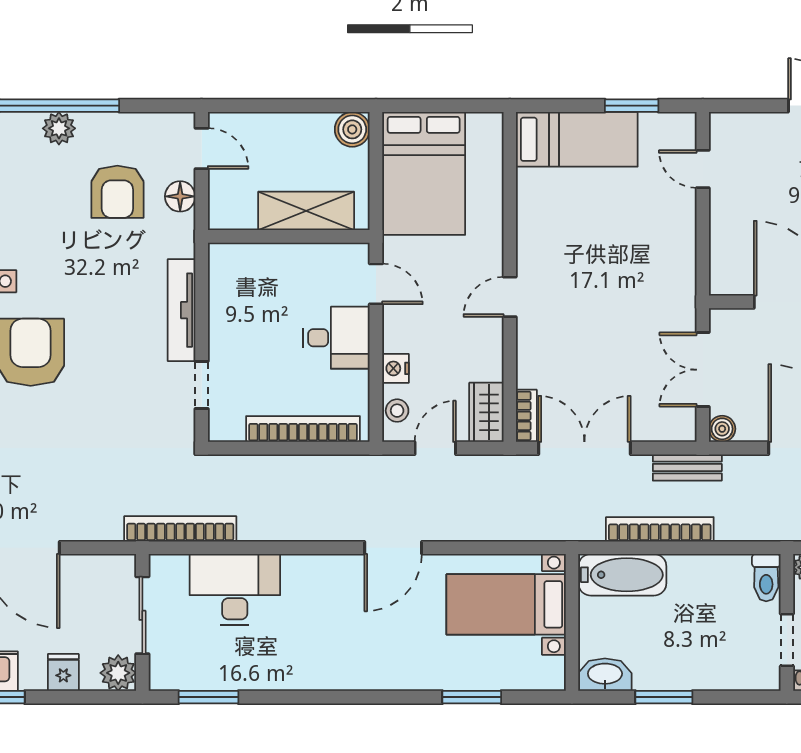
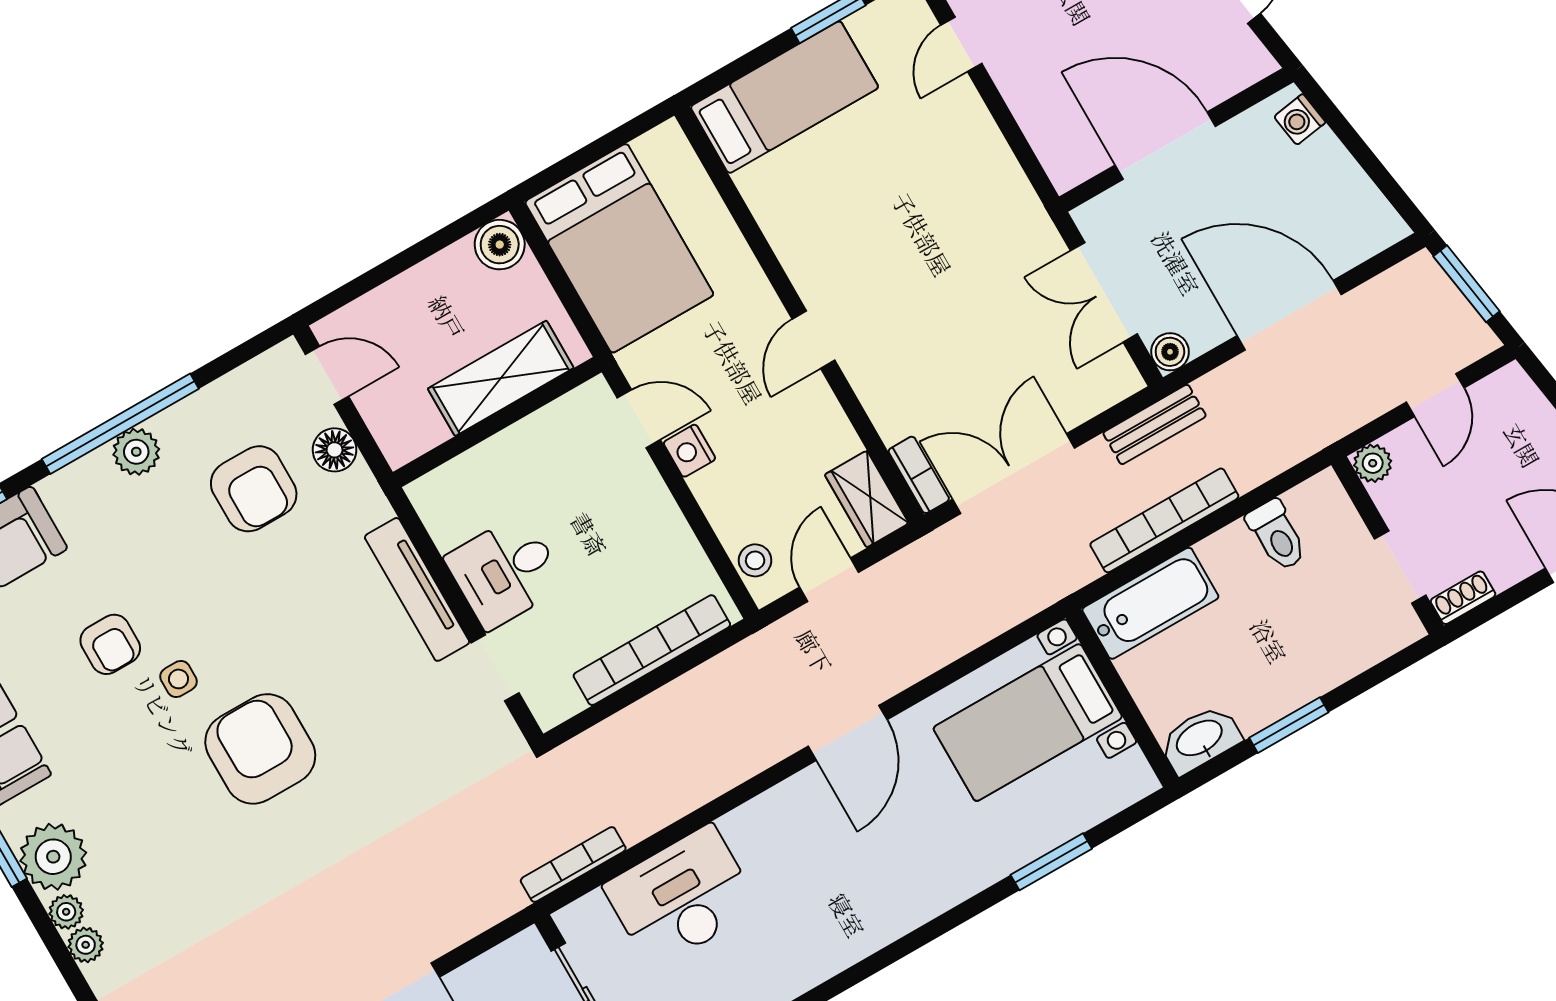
door: (703, 169) -> (961, 44), hinge flipped
desk: (336, 338) -> (505, 572), moved, turned 180
nightstand: (395, 368) -> (689, 451), moved
bookcase: (180, 529) -> (573, 865), width x0.68, depth x0.76
toilet: (766, 578) -> (1277, 535), moved

